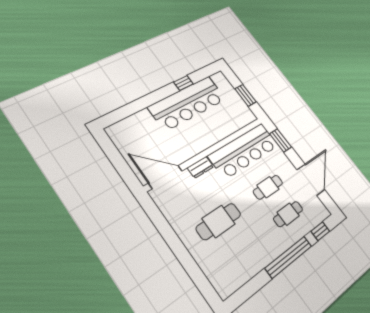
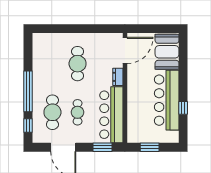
booth: (134, 130) -> (167, 52), added
cafe table: (288, 214) -> (52, 112), width x1.37, depth x1.35

